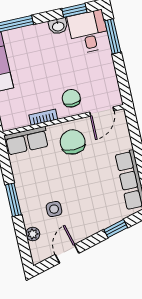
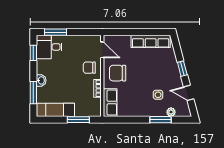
washbasin: (58, 26) -> (41, 80), moved
window: (13, 200) -> (160, 120), moved
window: (116, 229) -> (182, 69), moved

